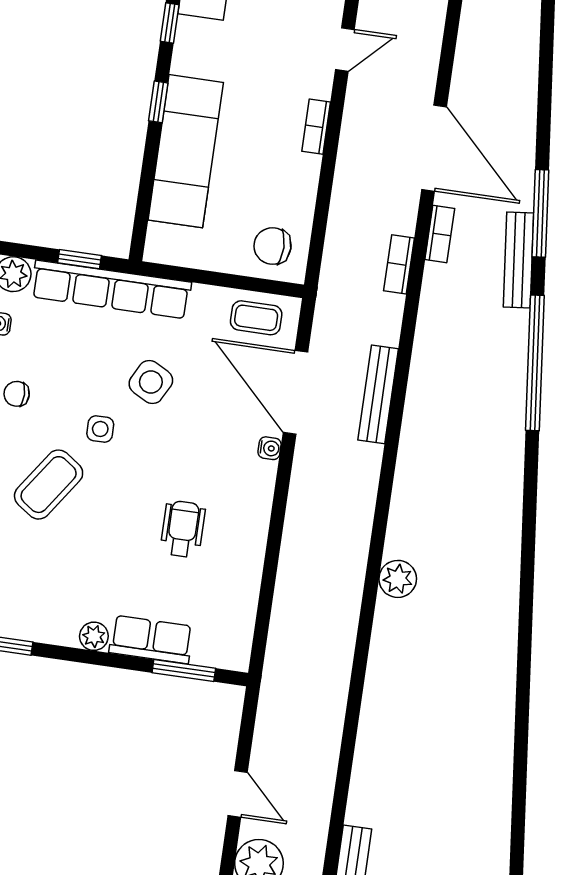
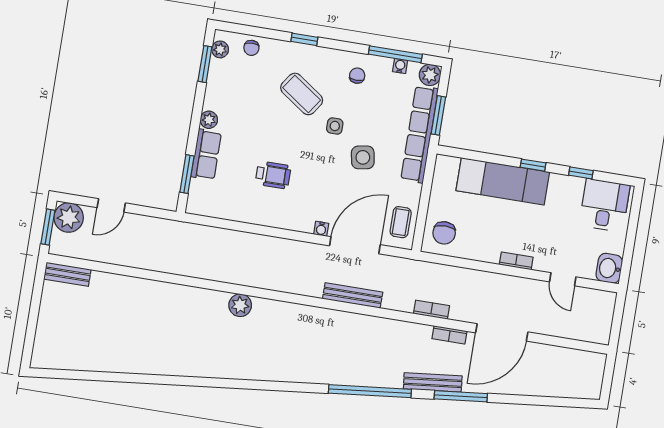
chair: (272, 246) -> (444, 233), turned 180
window: (80, 259) -> (438, 115), width x1.50
side table: (151, 382) -> (363, 157), turned -38

